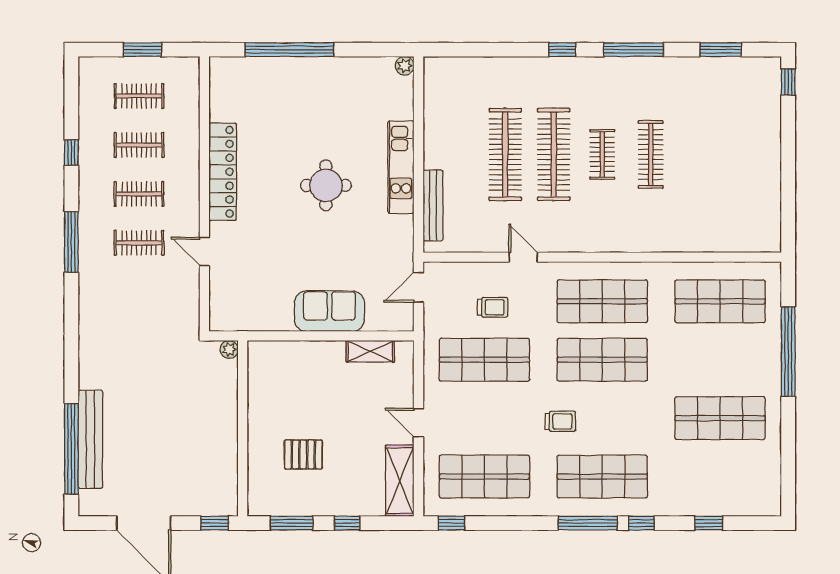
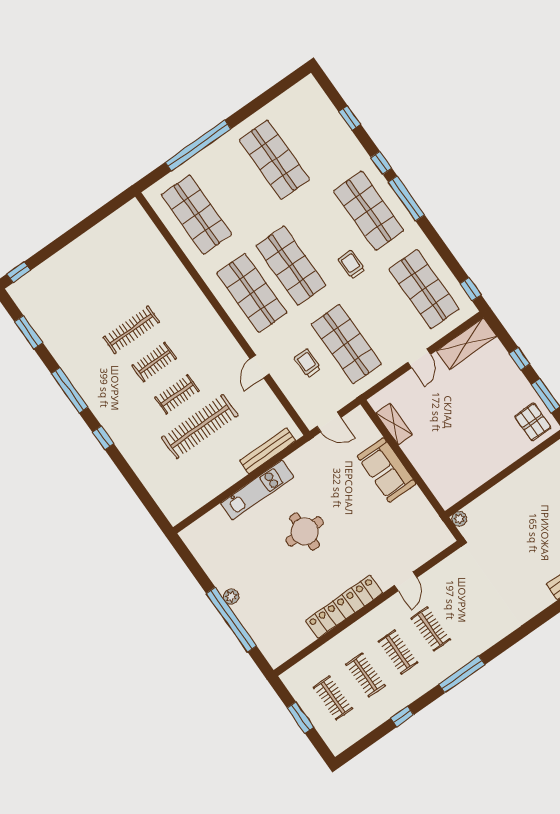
plant: (405, 66) -> (231, 597), moved
clothes rail: (554, 154) -> (177, 394), width x0.54, depth x0.76
pallet: (303, 454) -> (533, 422), moved

